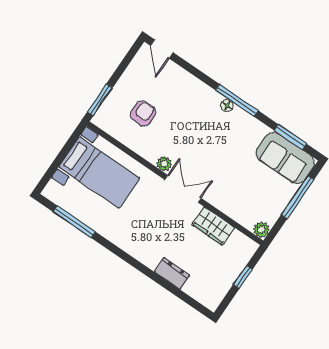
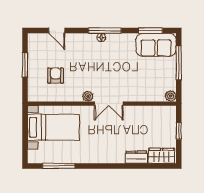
door: (162, 49) -> (57, 31), moved
window: (100, 100) -> (25, 65), moved
double door: (183, 189) -> (109, 104), swing flipped
wardrobe: (213, 226) -> (162, 156), moved, turned 180

